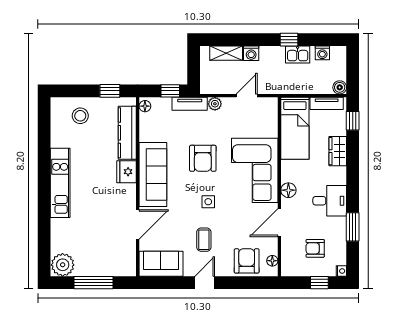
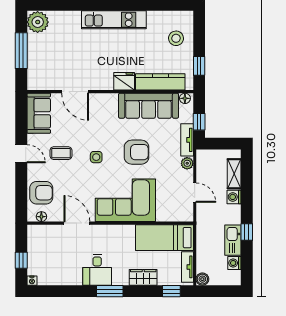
kitchen sink: (298, 54) -> (233, 240), width x1.38
armchair: (203, 158) -> (137, 152), turned 180
sofa: (153, 174) -> (149, 106), moved
floor lamp: (288, 190) -> (107, 232), removed
window: (353, 227) -> (110, 291), moved
armchair: (315, 248) -> (53, 256), removed

